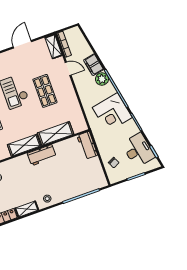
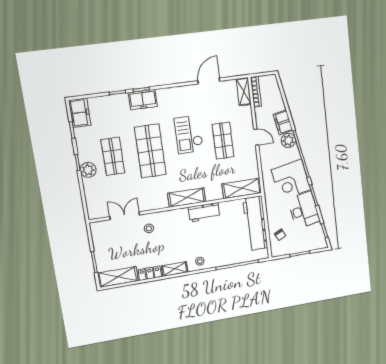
door: (68, 69) -> (256, 137), moved
shelving: (56, 133) -> (242, 188), moved
workbench: (87, 145) -> (255, 223), width x1.88, depth x1.32
desk: (138, 150) -> (304, 210), moved

